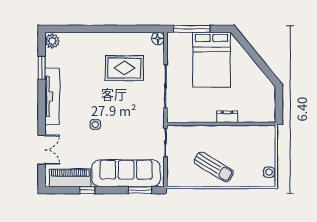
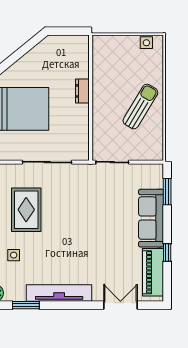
side table: (95, 125) -> (14, 255), moved
sofa: (126, 173) -> (151, 218), width x0.74, depth x0.79

